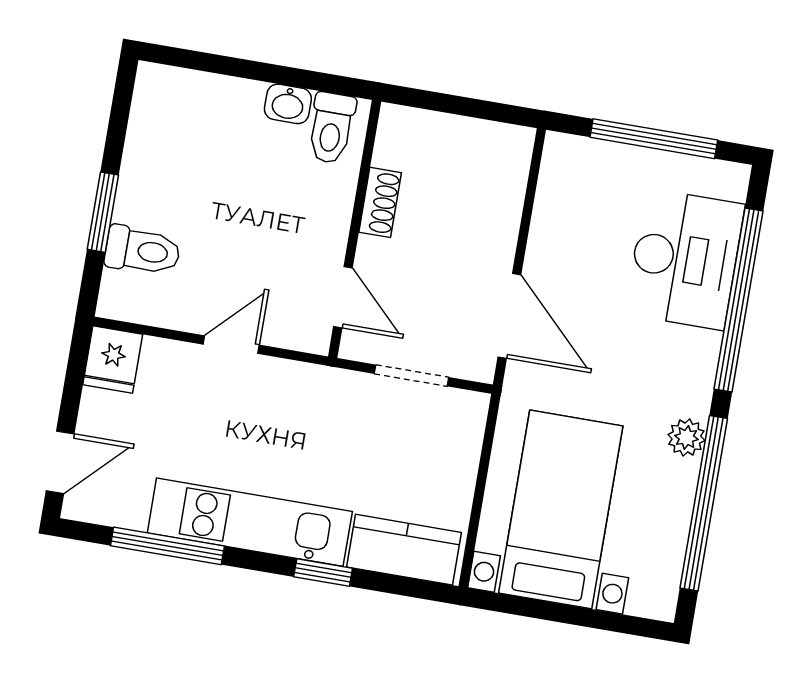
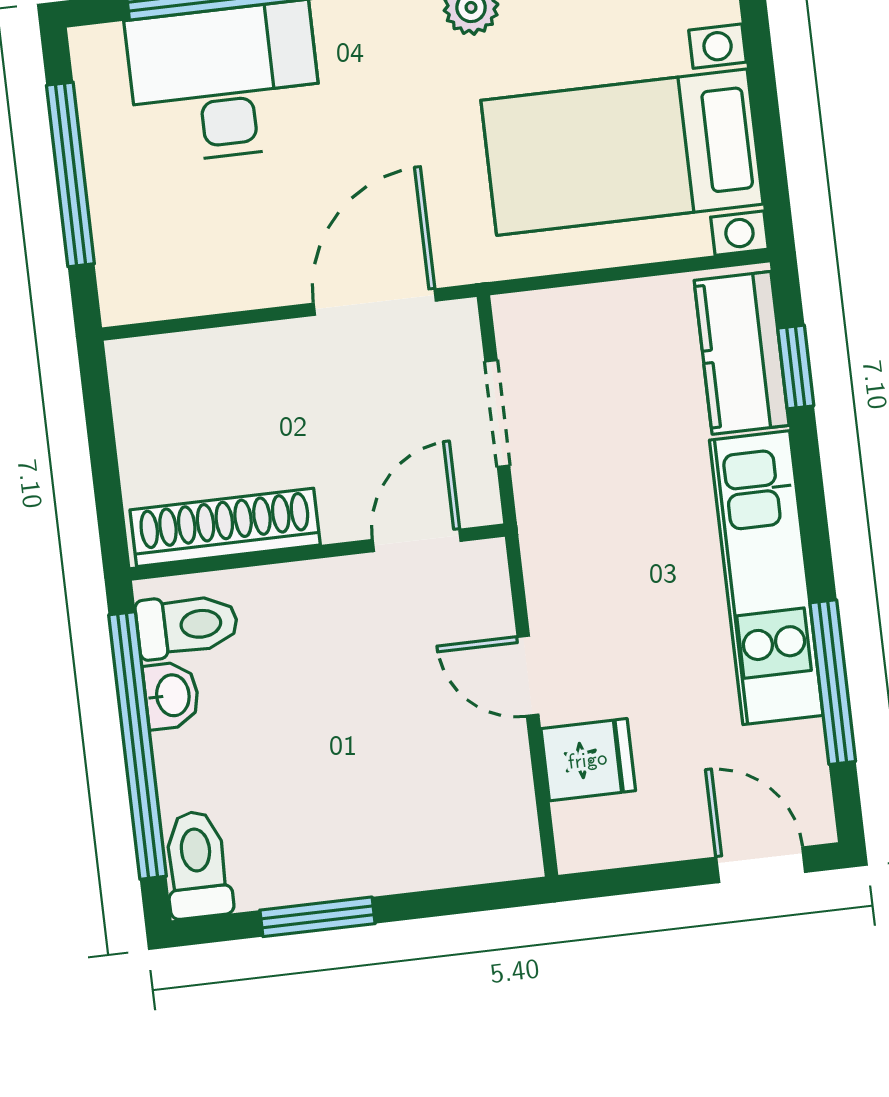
window: (261, 72) -> (138, 746), added
shoe rack: (380, 202) -> (225, 527), width x1.94, depth x1.24
window: (103, 212) -> (317, 917), moved
toilet: (143, 251) -> (197, 865), moved
fridge: (113, 360) -> (588, 760), moved
window: (323, 572) -> (796, 367), moved

